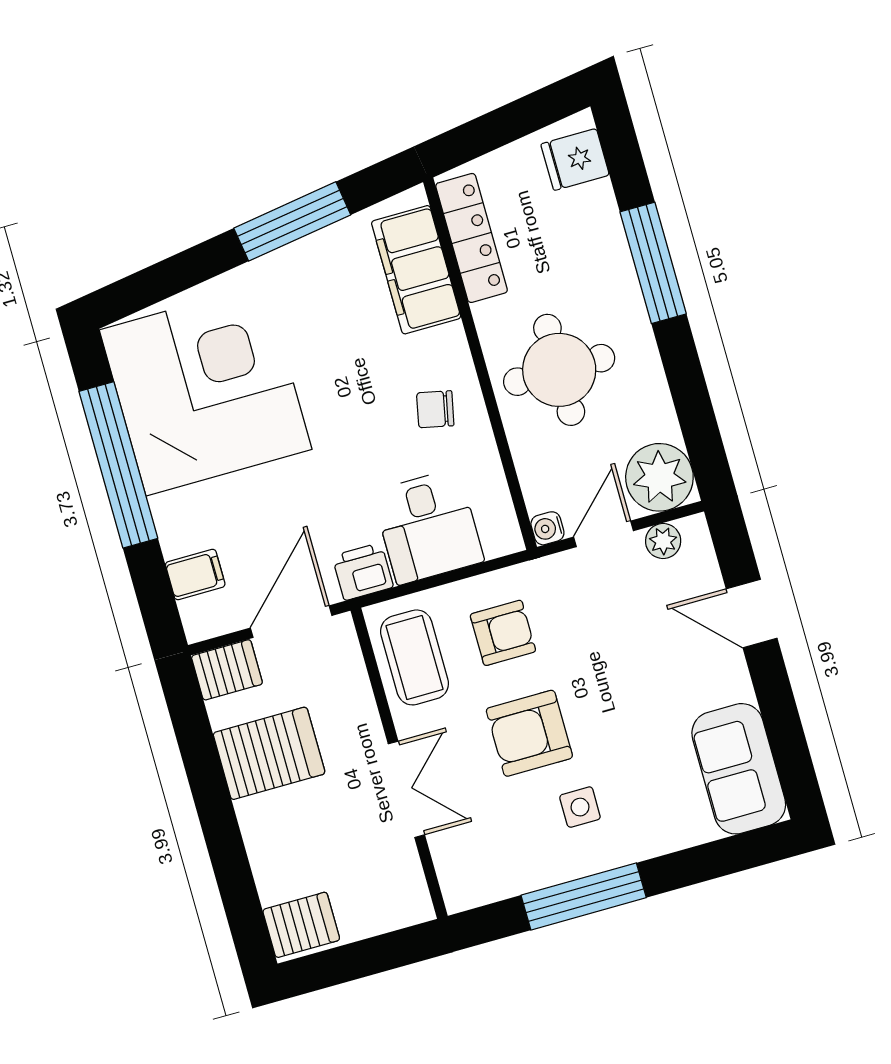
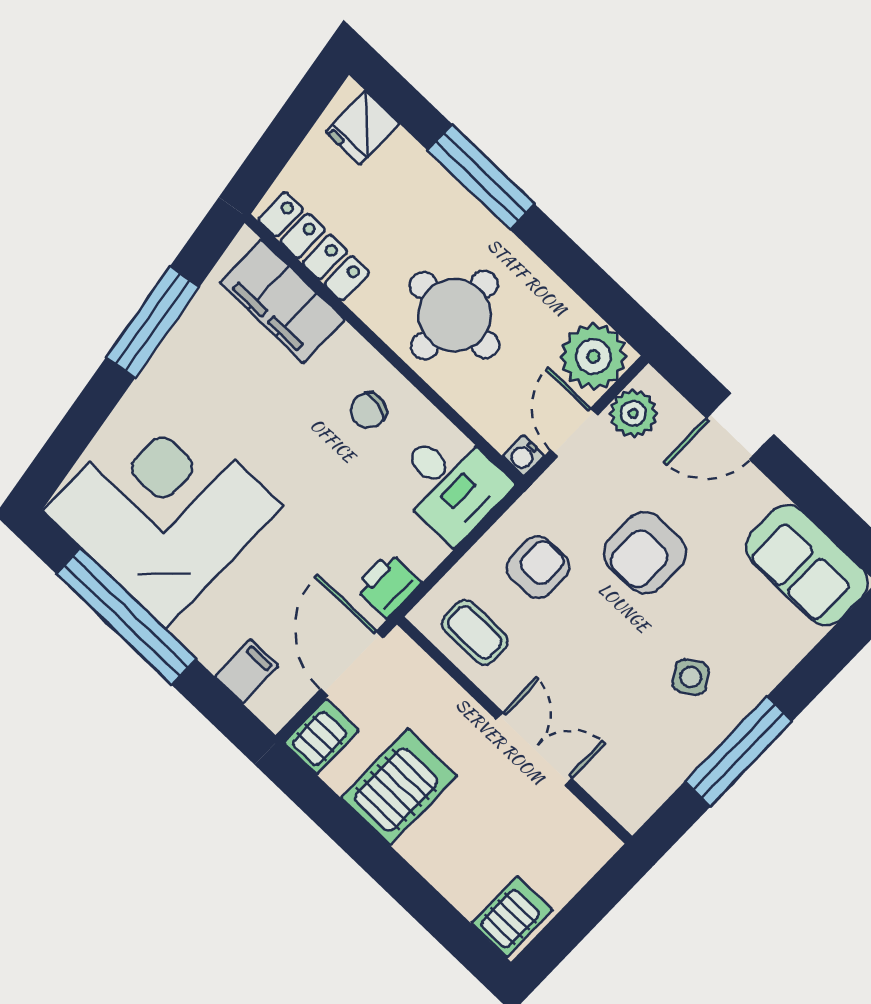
desk: (428, 526) -> (450, 483), moved
plant: (663, 541) -> (633, 413), width x1.38, depth x1.38
coffee table: (415, 657) -> (475, 632), width x0.73, depth x0.77
armchair: (529, 733) -> (645, 553), moved
side table: (580, 807) -> (691, 677), turned -33

